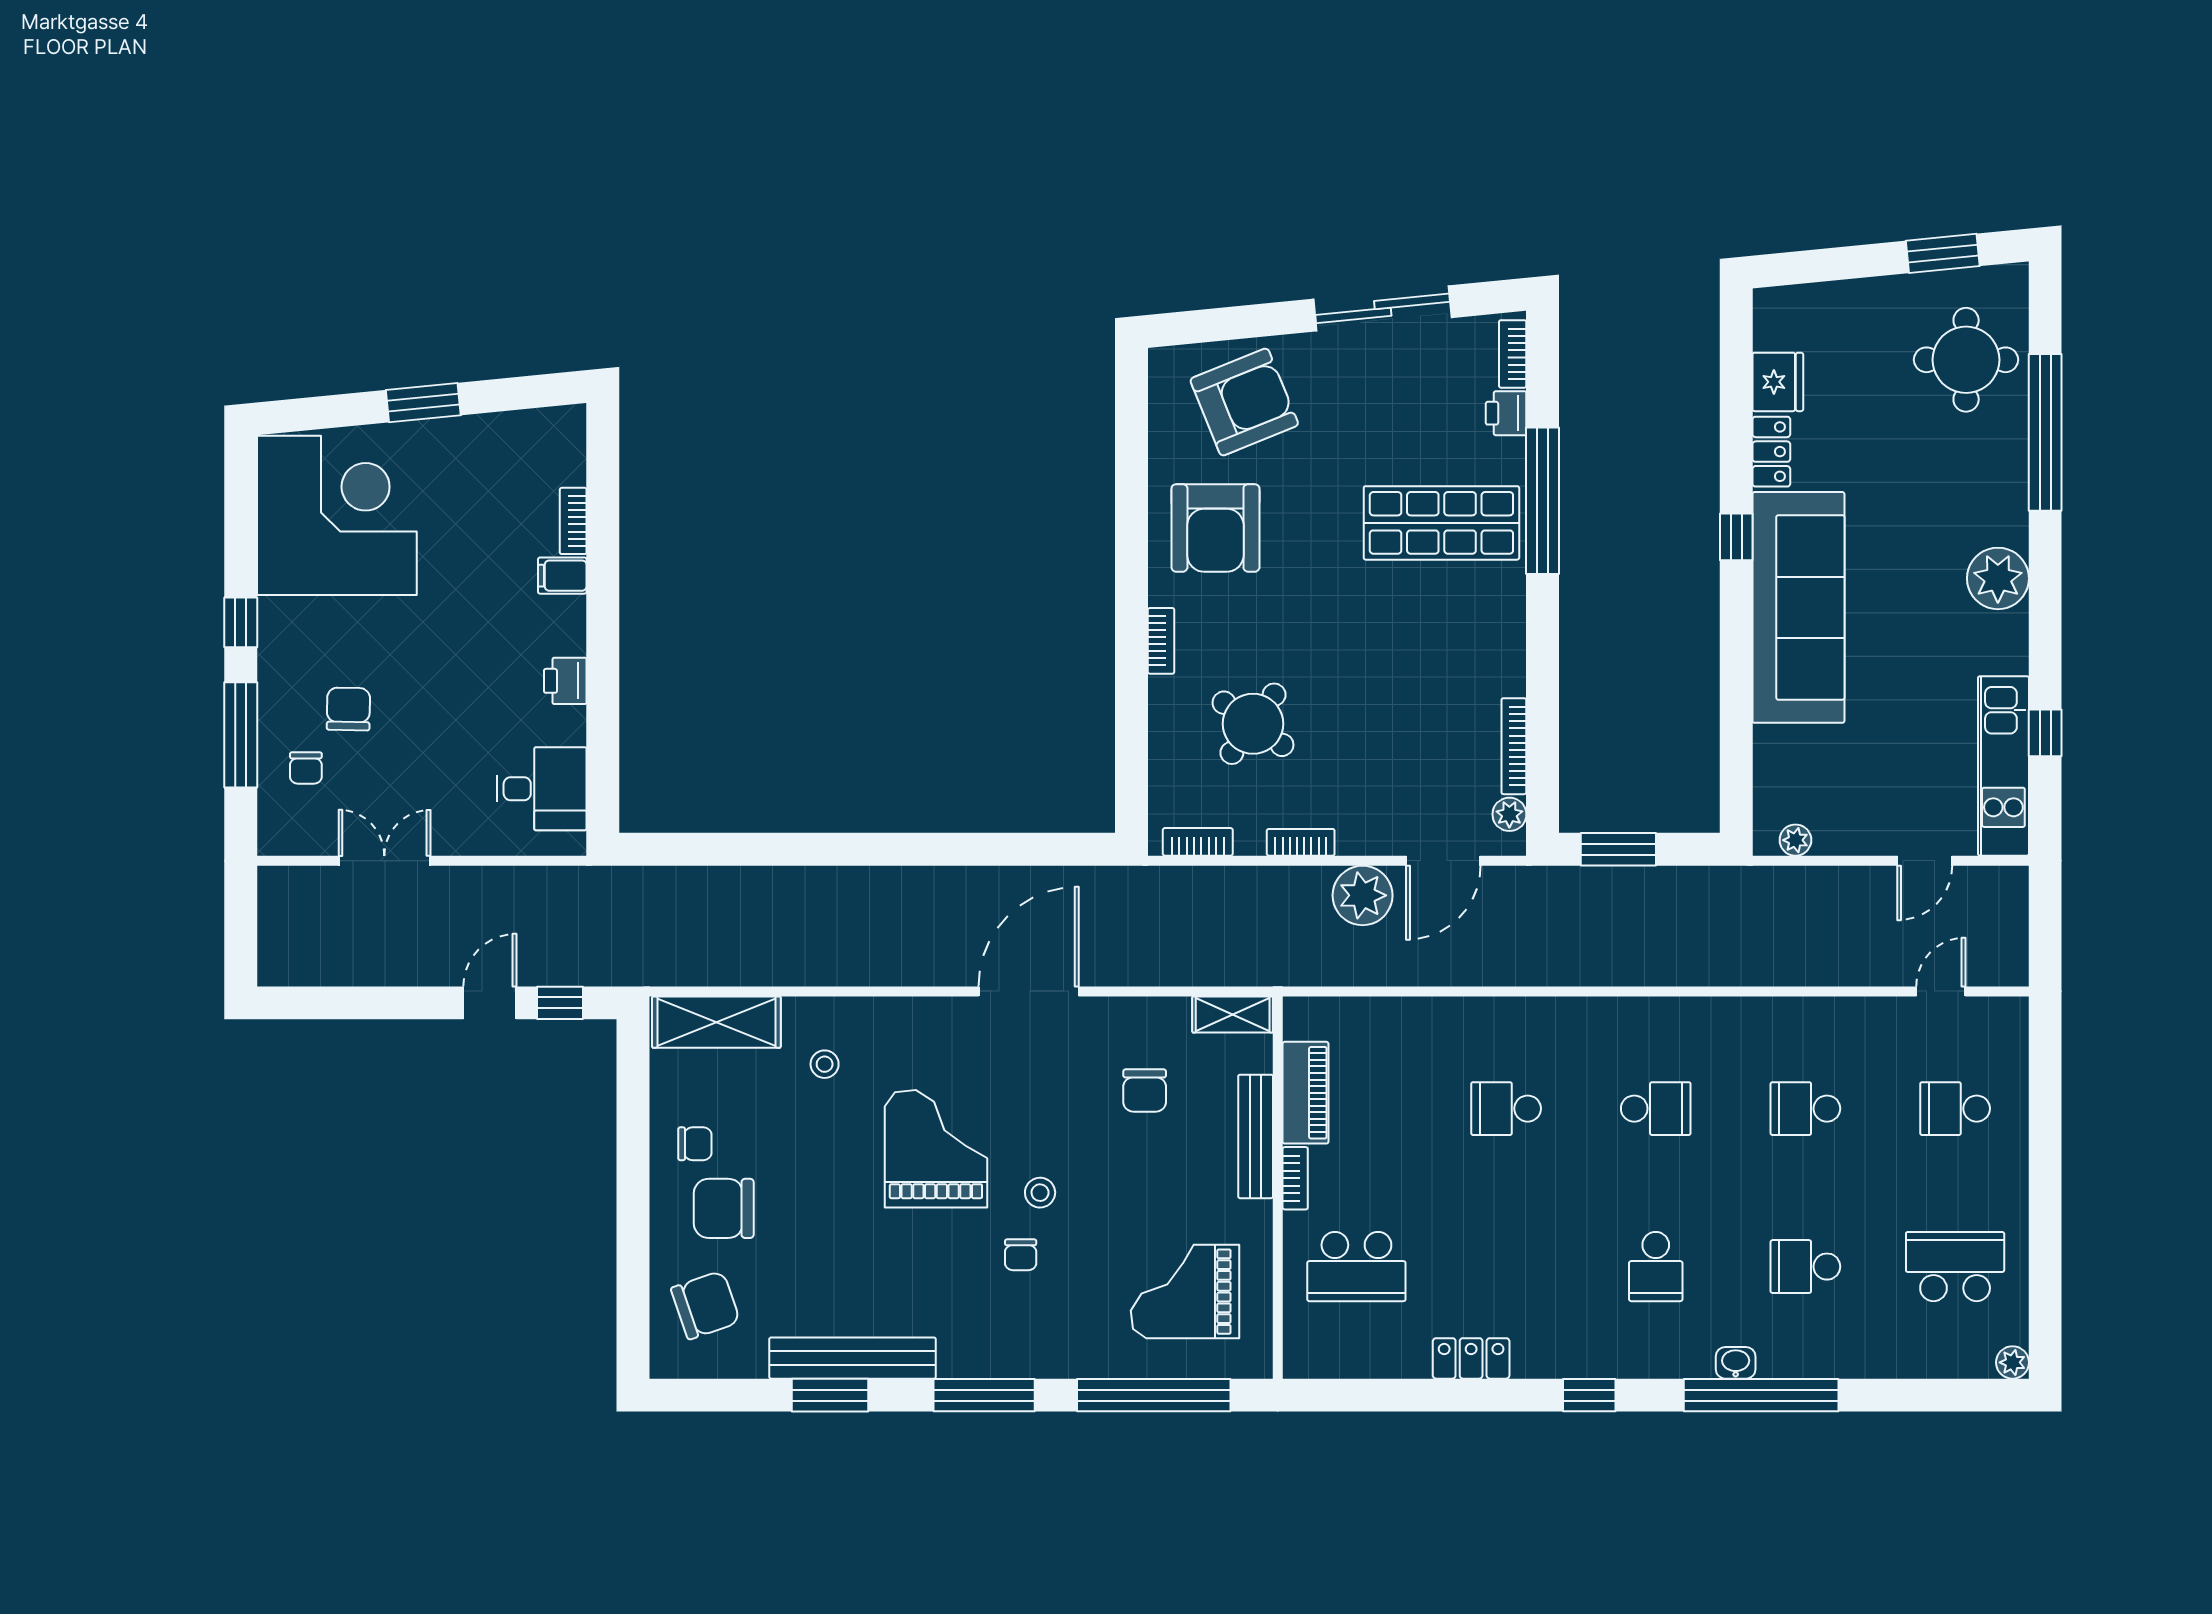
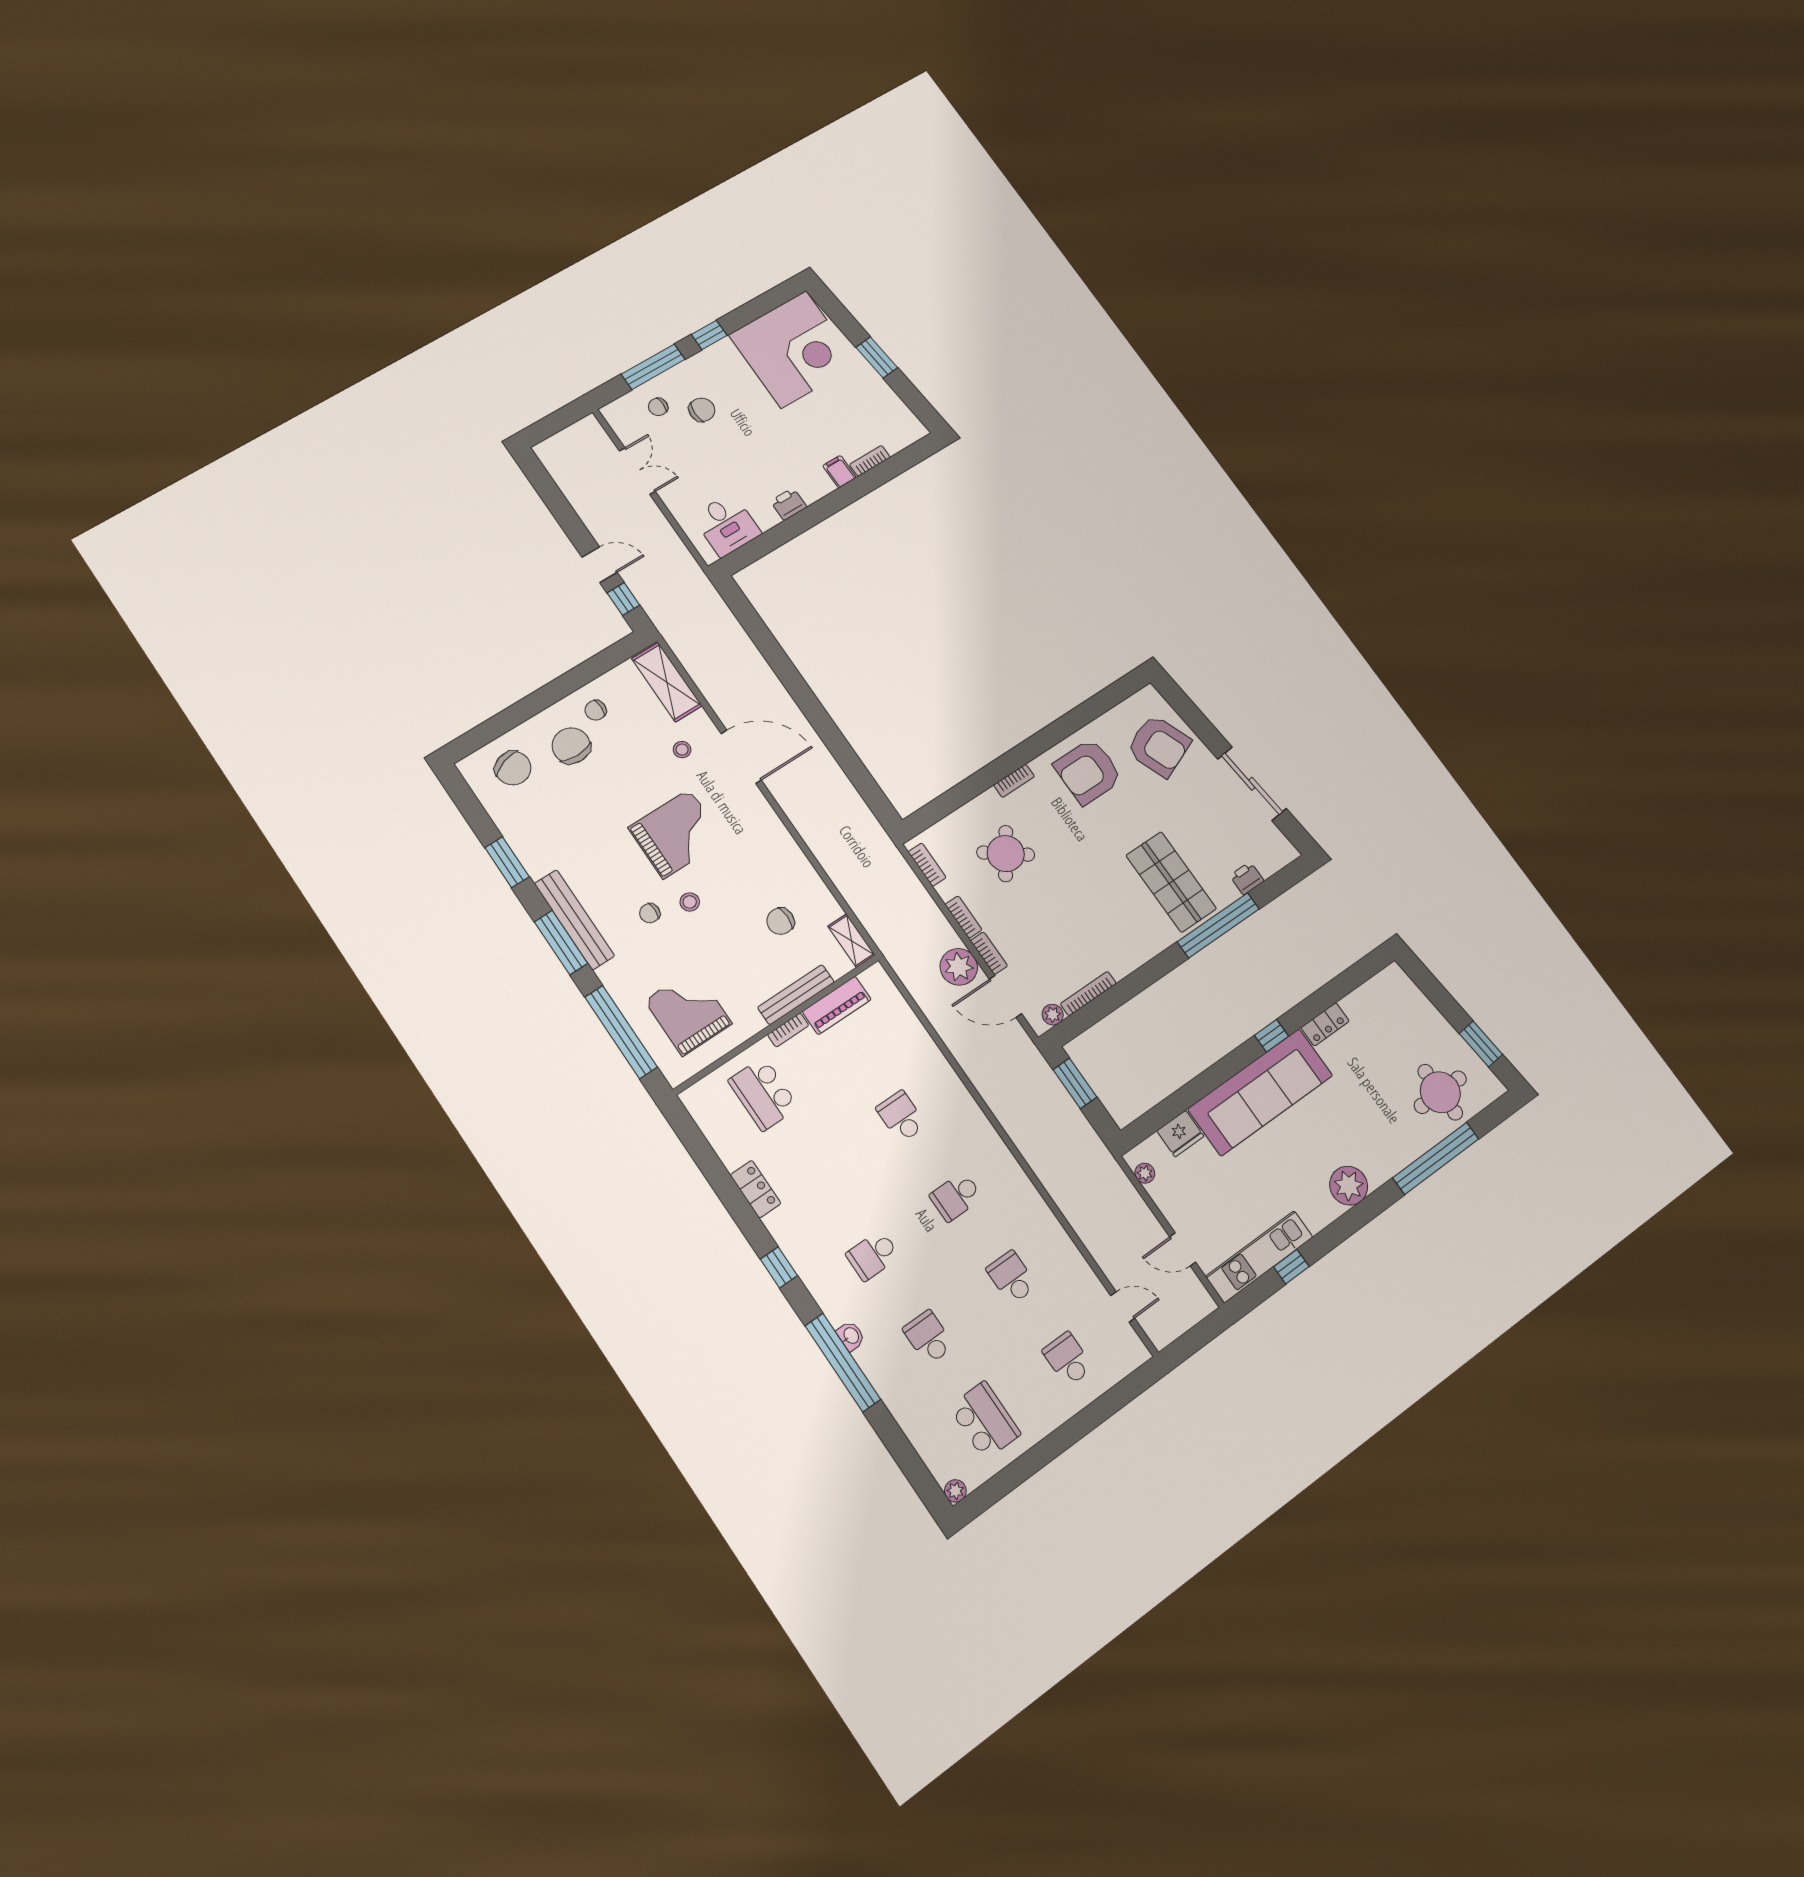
bookcase: (1513, 354) -> (989, 953), moved, turned 90
fridge: (1778, 382) -> (1180, 1134), moved
door: (1029, 991) -> (741, 757), moved
school desk: (1656, 1109) -> (956, 1197), turned 90
chair: (695, 1144) -> (596, 710), turned 90
bench: (853, 1358) -> (574, 920), moved

